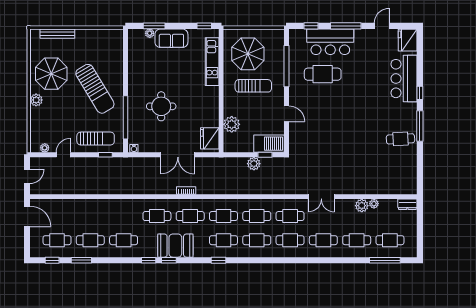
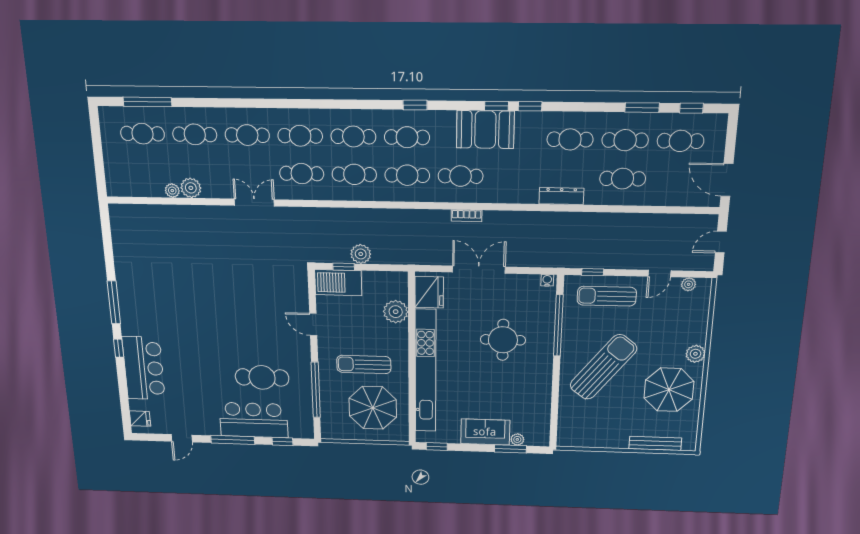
fridge: (408, 40) -> (140, 419), width x0.53, depth x0.75
kitchen unit: (212, 62) -> (425, 371), width x1.86
sun lounger: (95, 89) -> (603, 367), turned 69
cafe table: (400, 139) -> (141, 285), removed
dresser: (407, 204) -> (561, 196), moved, width x1.44
cafe table: (157, 216) -> (623, 179), moved

